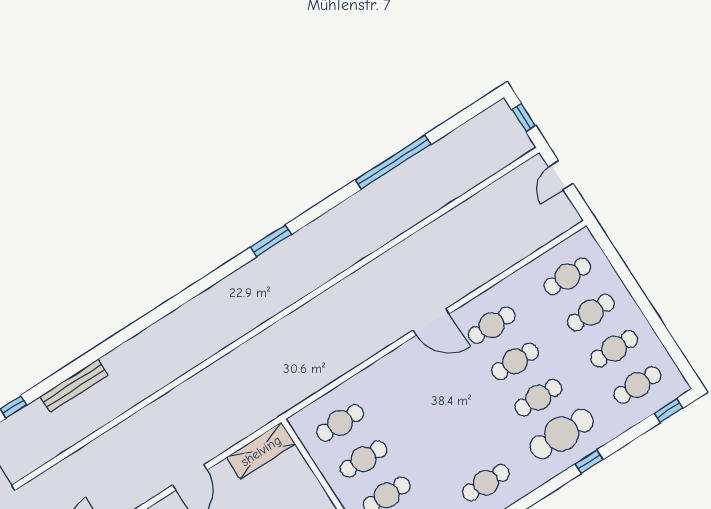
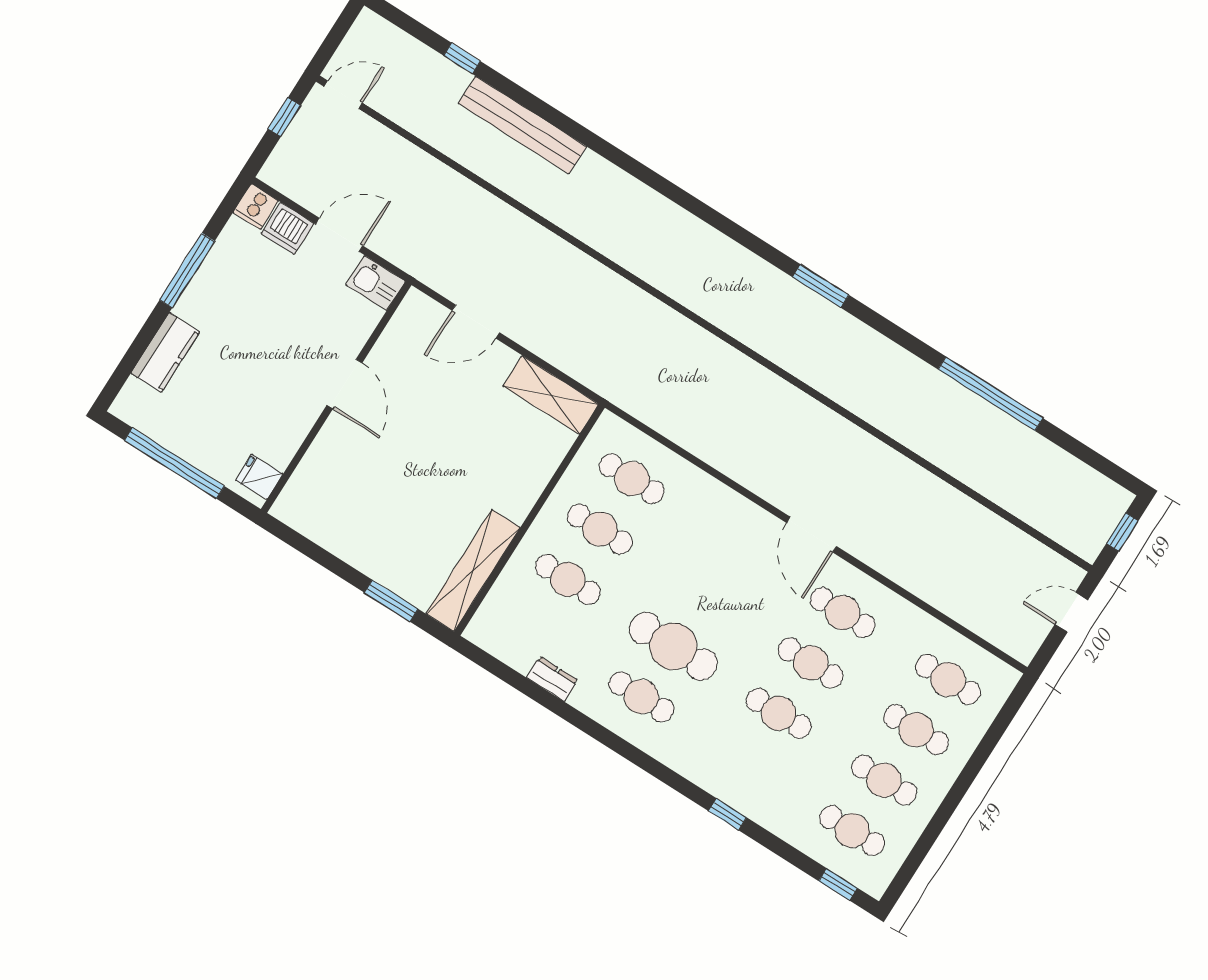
bench: (74, 386) -> (522, 125), width x1.37, depth x1.21
cafe table: (562, 434) -> (673, 646), moved

